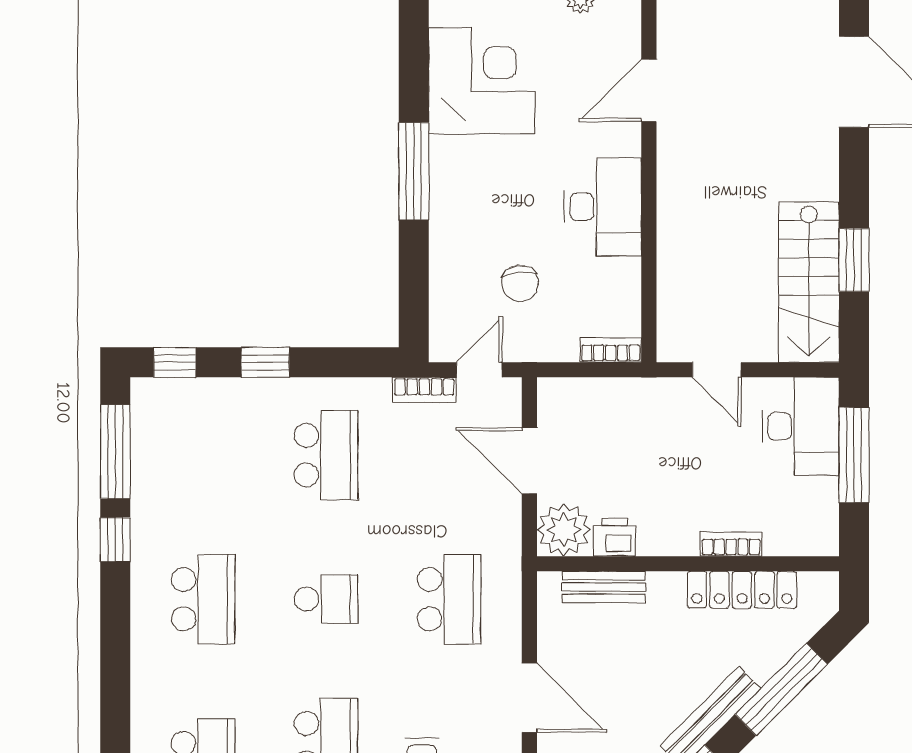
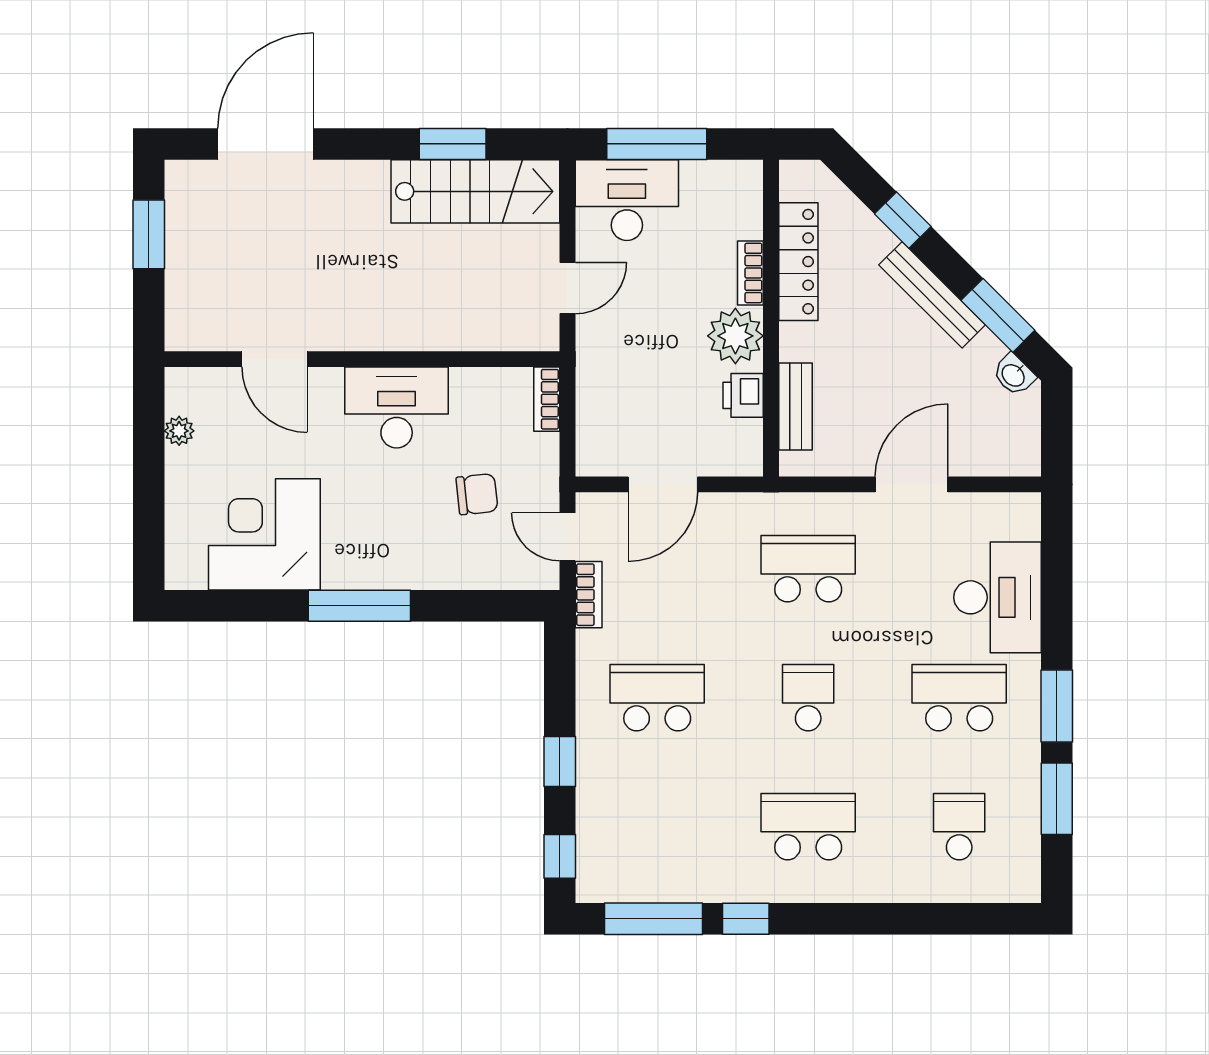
plant: (564, 530) -> (735, 336), moved
window: (781, 689) -> (903, 220), width x0.46

